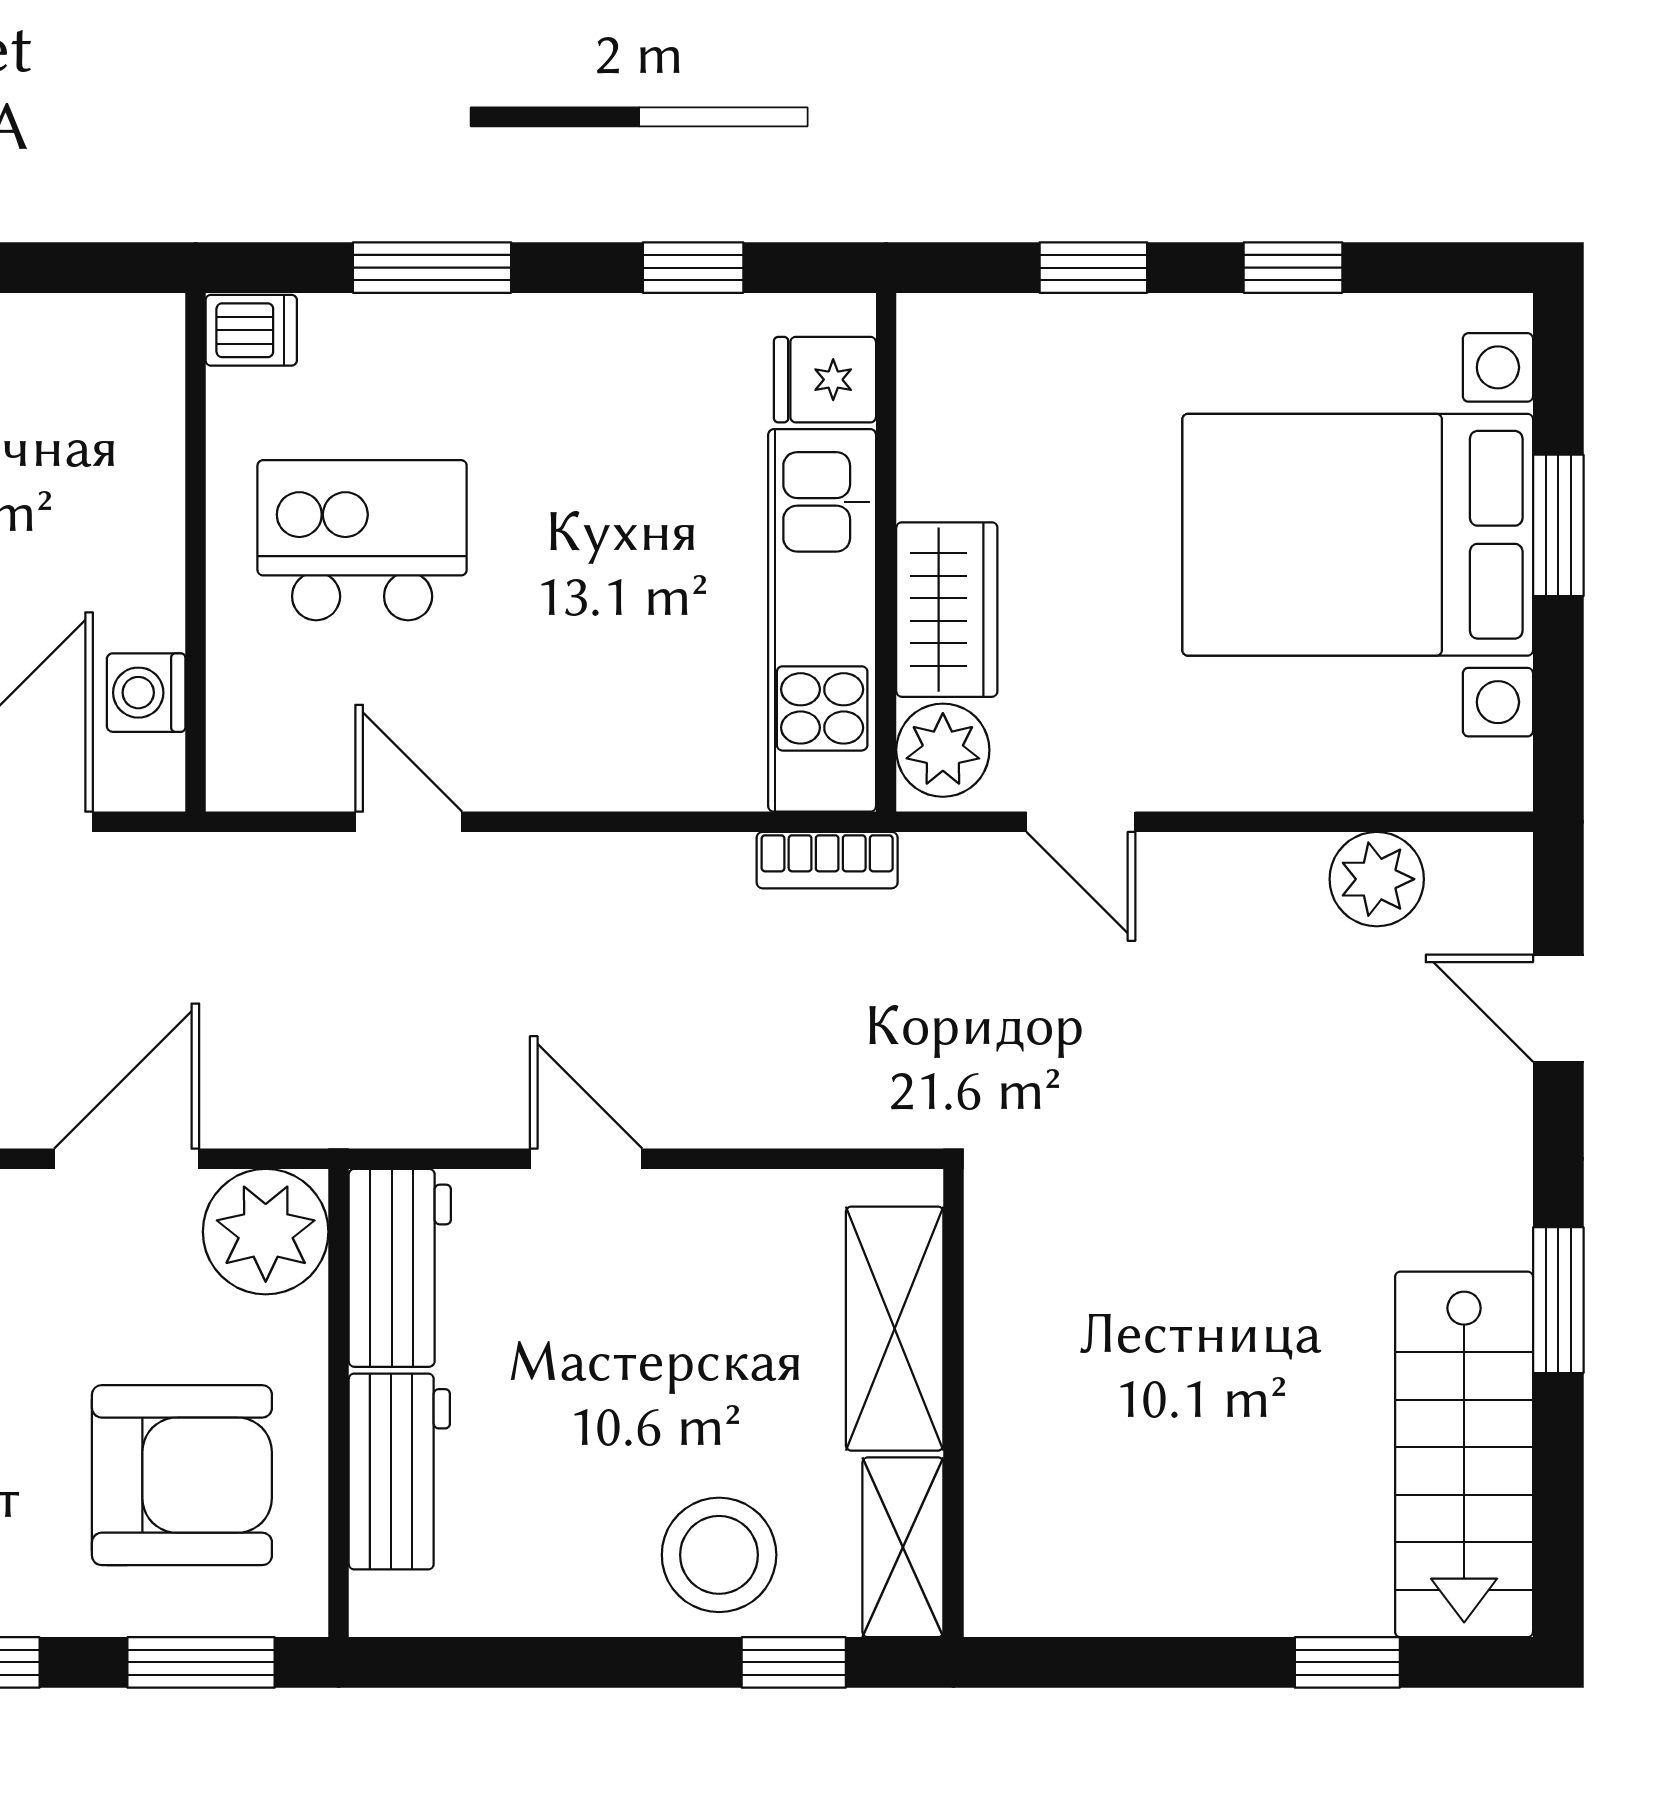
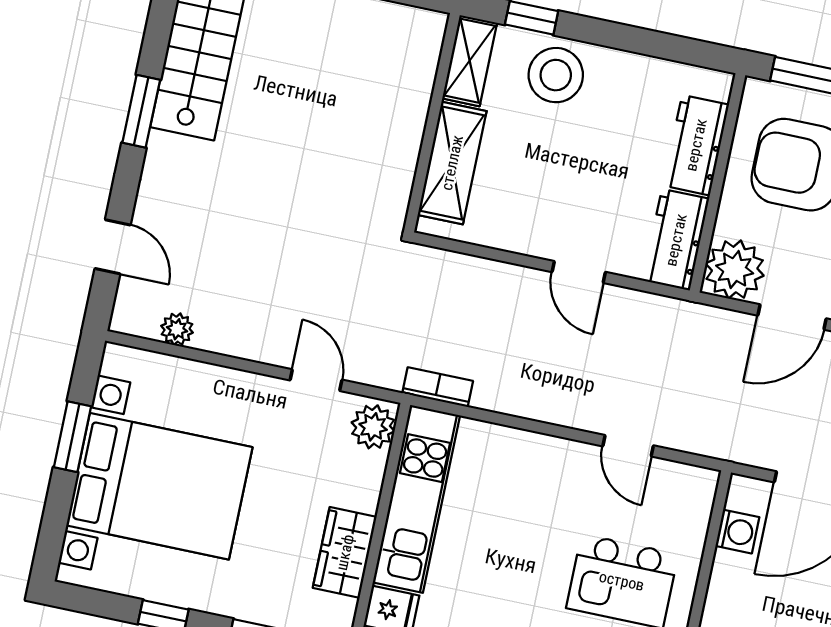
window: (1558, 525) -> (73, 437), moved
wardrobe: (947, 610) -> (345, 552), moved
plant: (1377, 879) -> (177, 329), width x0.73, depth x0.73

